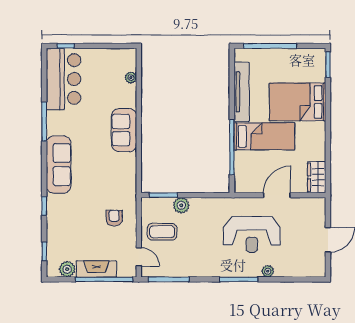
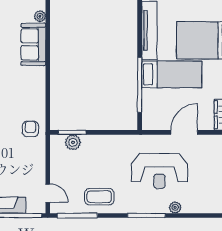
sofa: (124, 130) -> (33, 44), moved
plant: (181, 205) -> (73, 142), moved
armchair: (114, 218) -> (30, 129), moved
coffee table: (162, 232) -> (99, 197), moved

